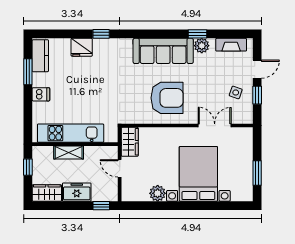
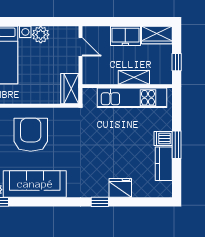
kitchen counter: (40, 56) -> (164, 164), moved
window: (28, 72) -> (177, 145), moved
armchair: (167, 98) -> (31, 135), turned 90
door: (120, 168) -> (81, 47), moved
window: (101, 206) -> (100, 22), removed

